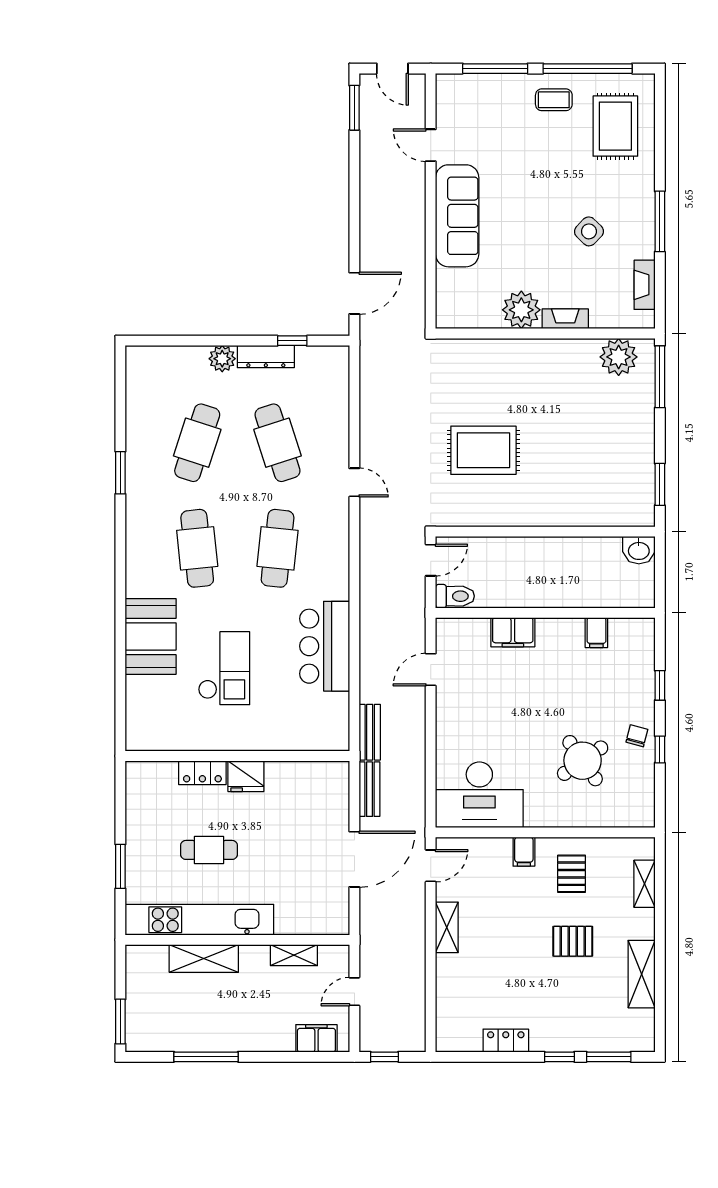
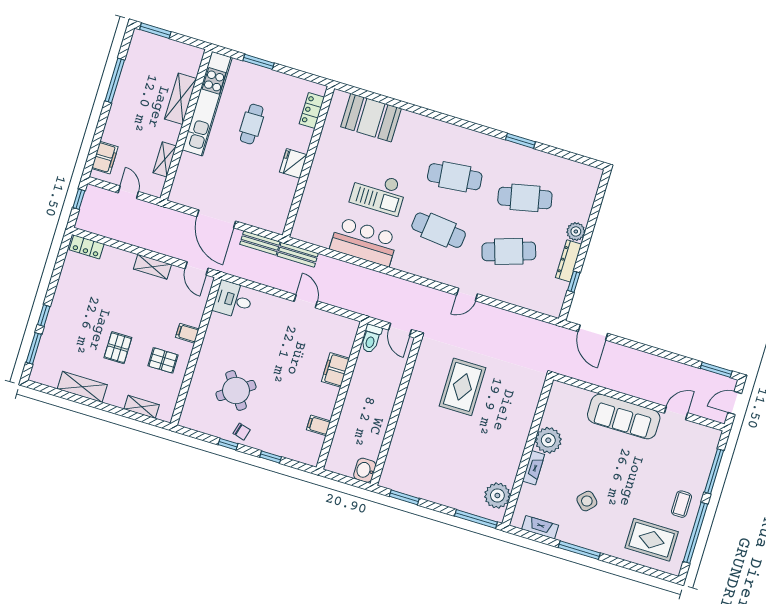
cafe table: (197, 443) -> (525, 198), turned -30
booth: (151, 636) -> (371, 118), moved
checkout: (224, 668) -> (378, 192), moved
door: (431, 670) -> (306, 301), moved
locker: (202, 773) -> (312, 110), moved
desk: (479, 795) -> (233, 300), width x0.53, depth x0.77
locker: (506, 1041) -> (87, 247), moved, turned 90

